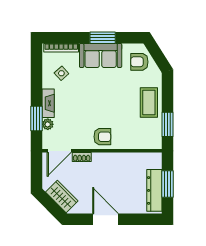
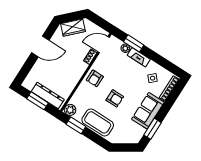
window: (103, 38) -> (152, 129), moved
armchair: (139, 62) -> (115, 98), moved, turned 90
coffee table: (149, 102) -> (98, 122), width x1.36, depth x1.32
plant: (154, 142) -> (70, 110), added
door: (59, 151) -> (104, 45), hinge flipped
dresser: (154, 190) -> (48, 96), moved

